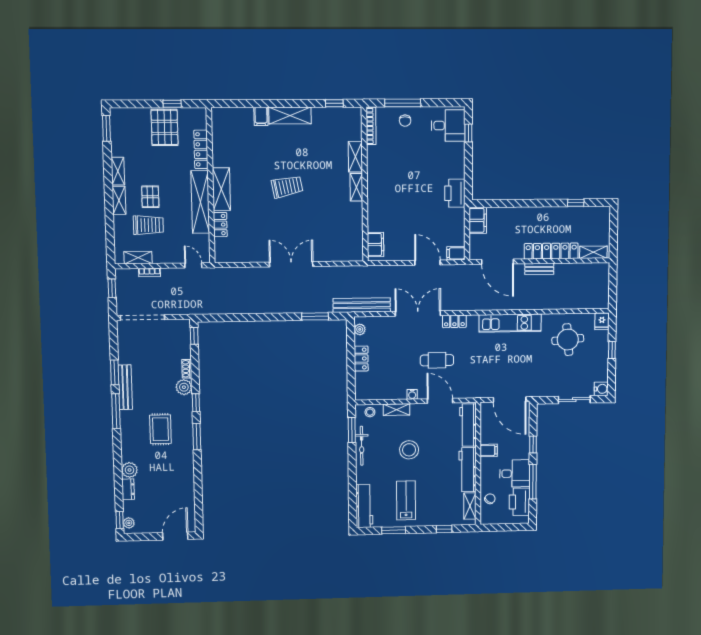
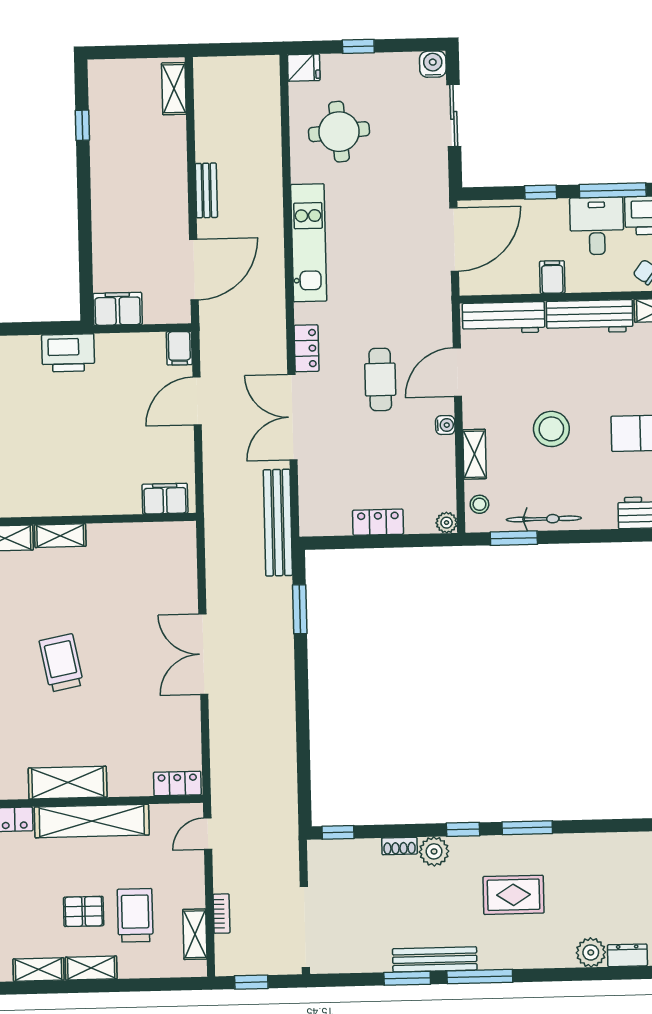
locker: (220, 225) -> (177, 784), moved
locker: (551, 251) -> (173, 169), removed
plant: (360, 329) -> (447, 523), moved

